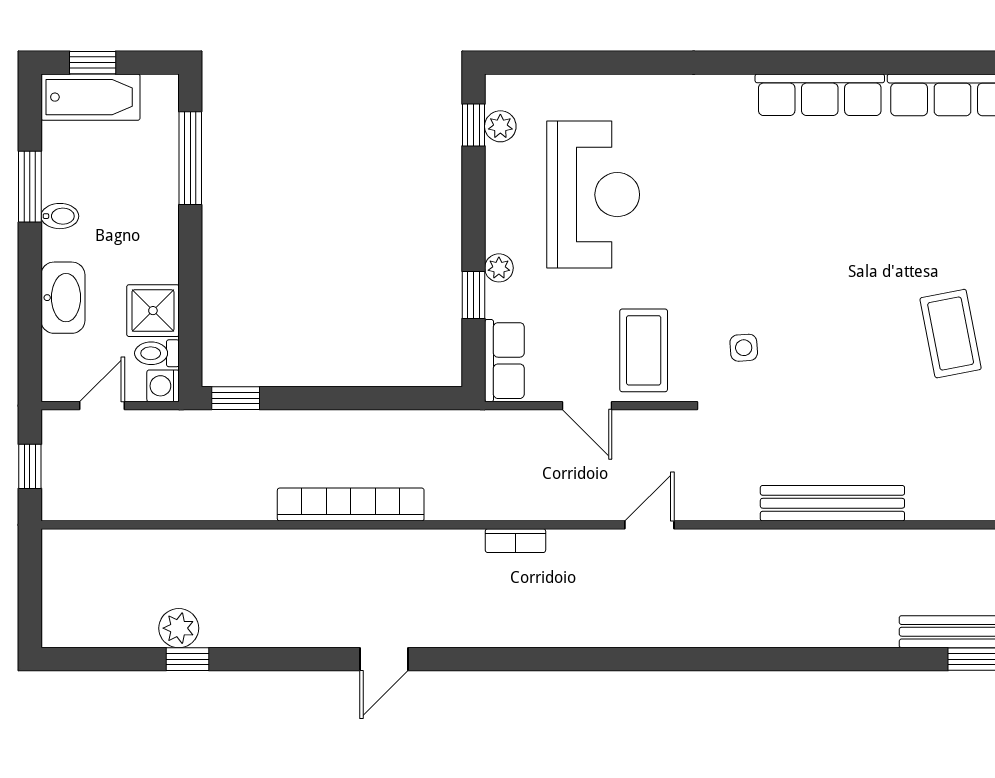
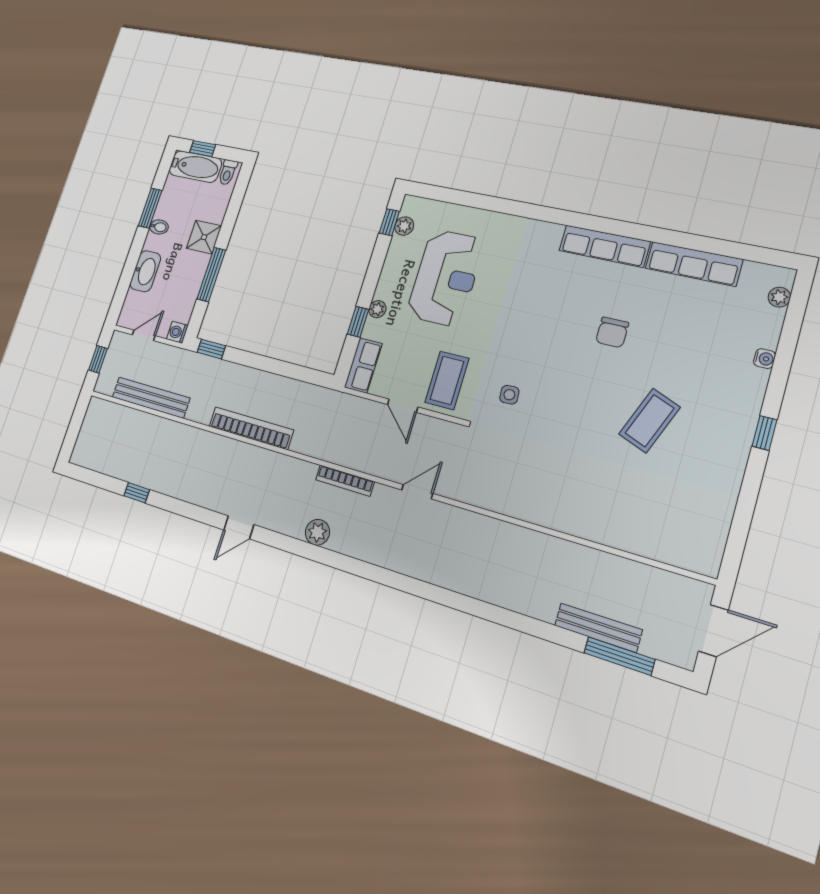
window: (190, 158) -> (211, 274), moved
chair: (866, 221) -> (612, 332), added
shower: (153, 311) -> (204, 237), moved
coffee table: (951, 334) -> (650, 421), turned 32
toilet: (157, 353) -> (228, 172), moved, turned -90
bench: (832, 503) -> (151, 397), moved
bookcase: (515, 541) -> (345, 481), width x1.56
plant: (179, 628) -> (317, 532), moved

